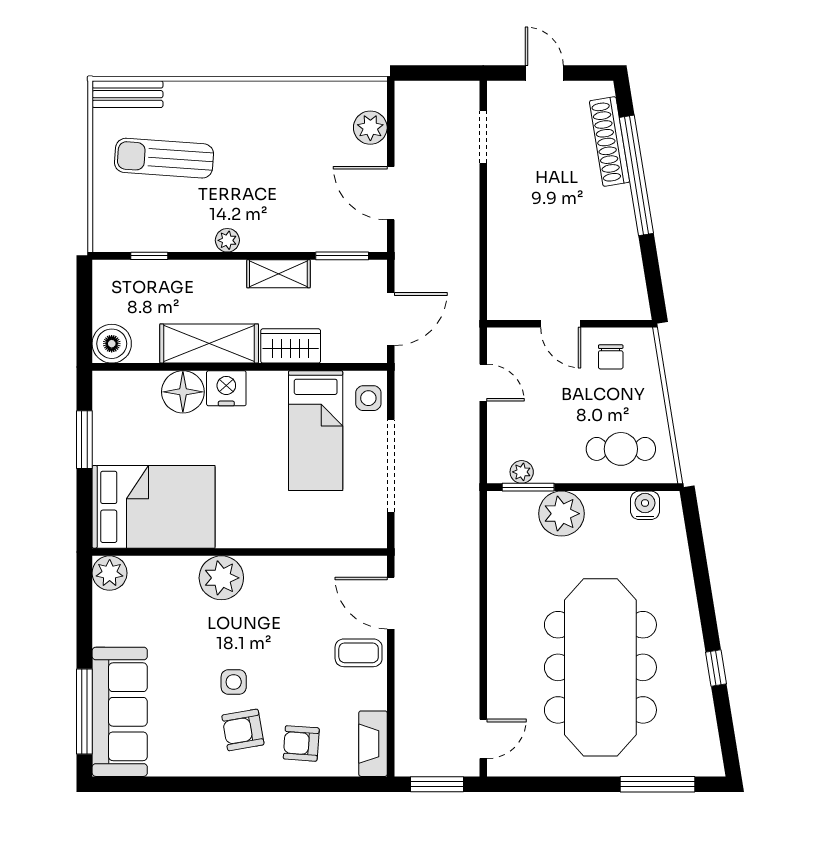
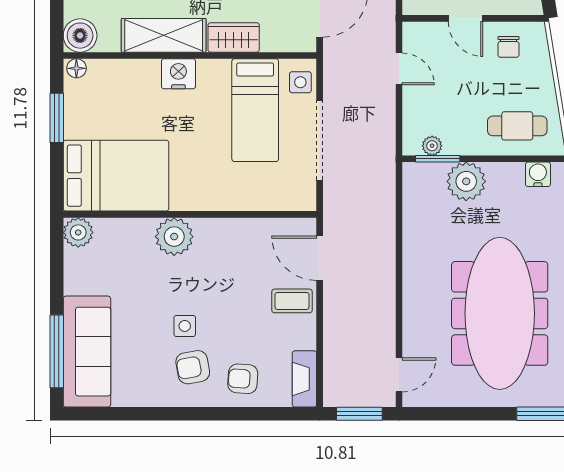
floor lamp: (183, 392) -> (76, 68), moved, width x0.53, depth x0.53

